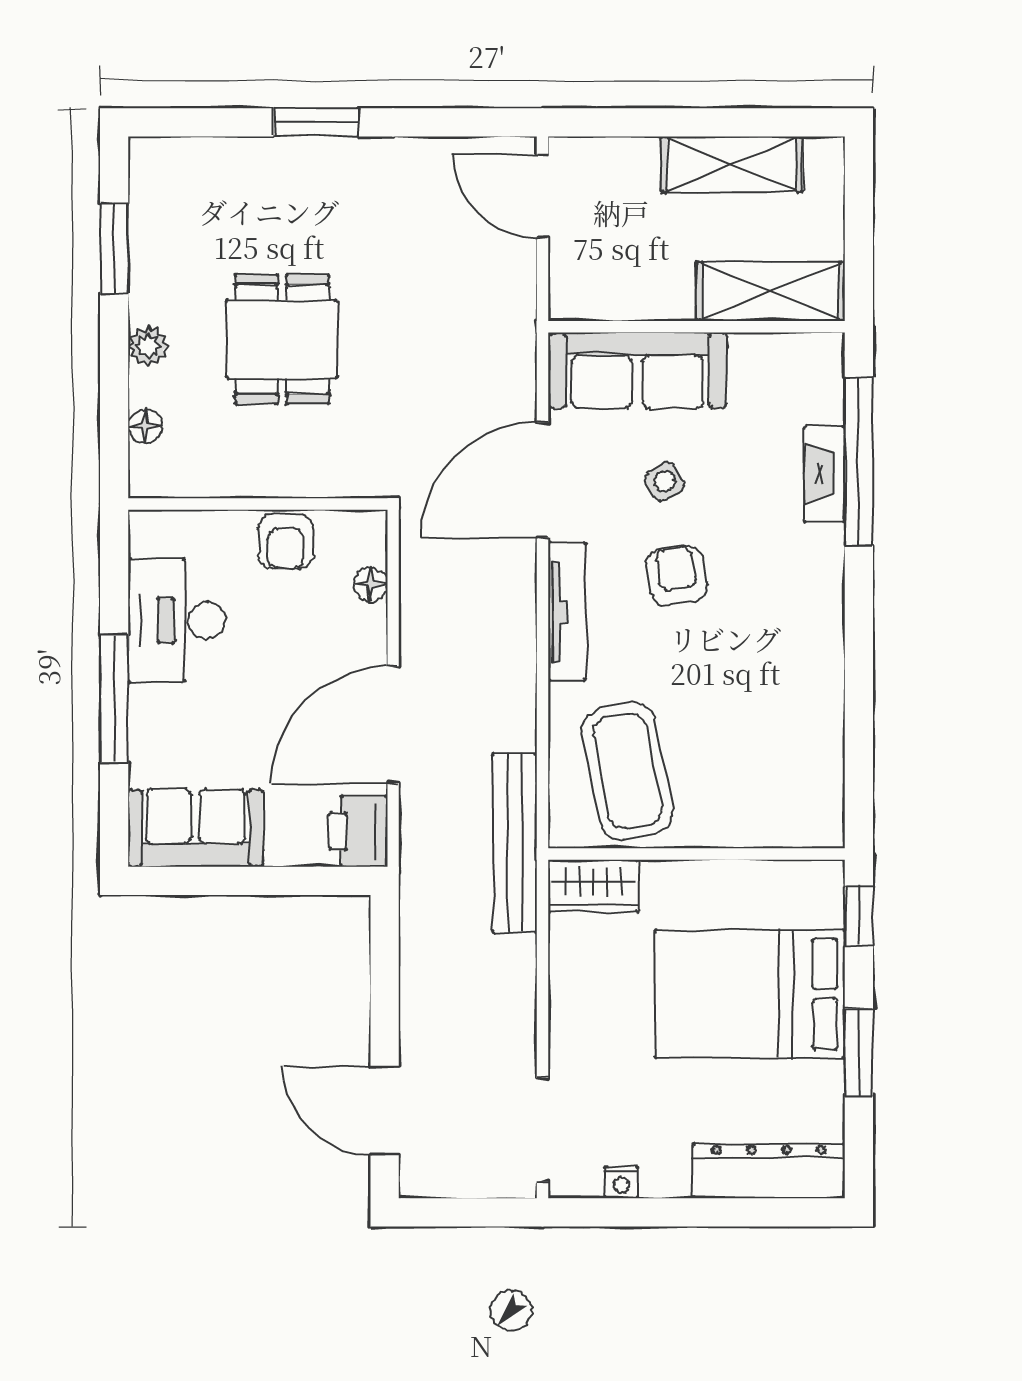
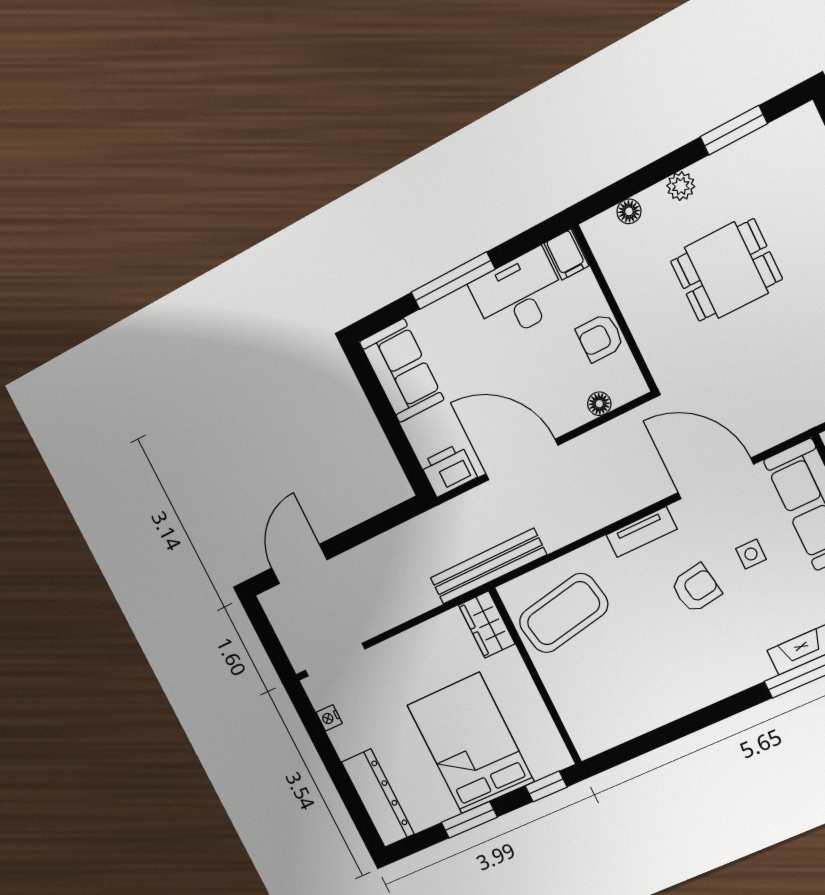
side table: (664, 481) -> (751, 554), turned 32
filing cabinet: (158, 533) -> (566, 254), added
tv unit: (567, 611) -> (641, 532), width x0.71

